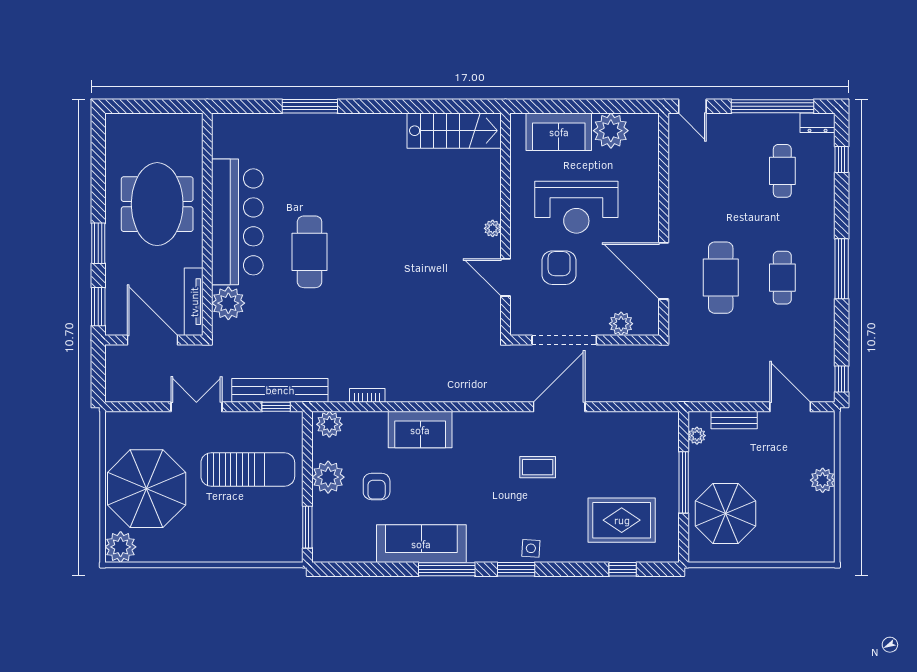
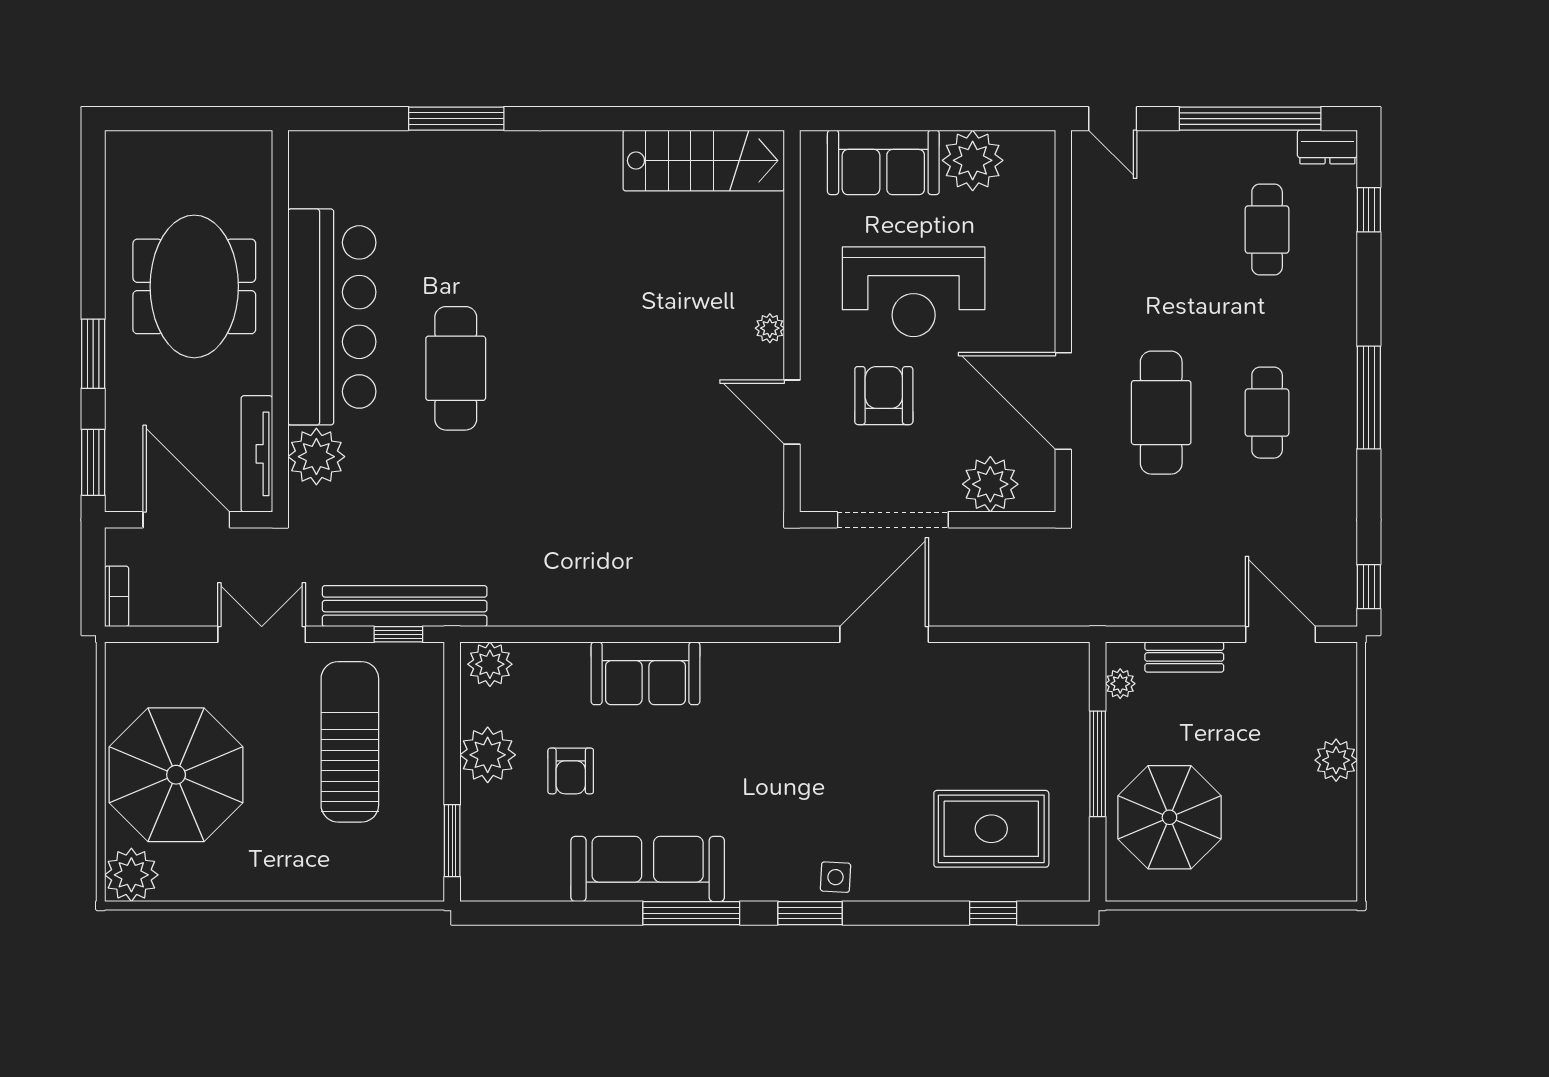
plant: (621, 324) -> (990, 484), width x1.36, depth x1.36
bookcase: (367, 395) -> (117, 596), moved, turned 90
coffee table: (538, 467) -> (847, 738), removed
sun lounger: (248, 469) -> (350, 742), turned -90

